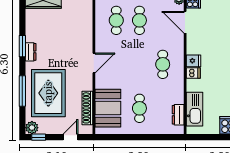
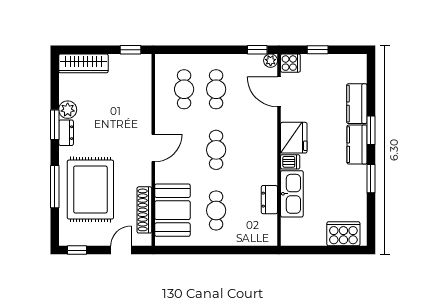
fridge: (193, 61) -> (294, 138), width x1.88, depth x1.34
cafe table: (163, 64) -> (216, 150), moved
kitchen sink: (194, 109) -> (292, 194), moved
dresser: (178, 115) -> (269, 200), moved
plant: (32, 128) -> (68, 110), moved

